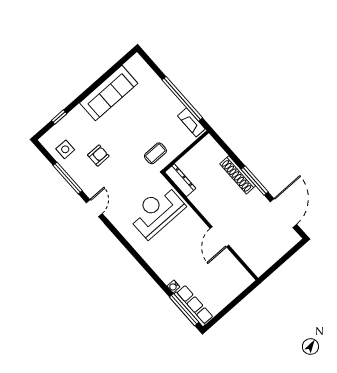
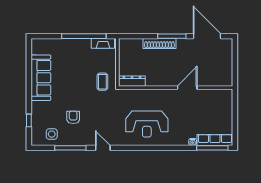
reception desk: (157, 211) -> (147, 124), moved, turned -90
door: (219, 237) -> (187, 88), swing flipped

